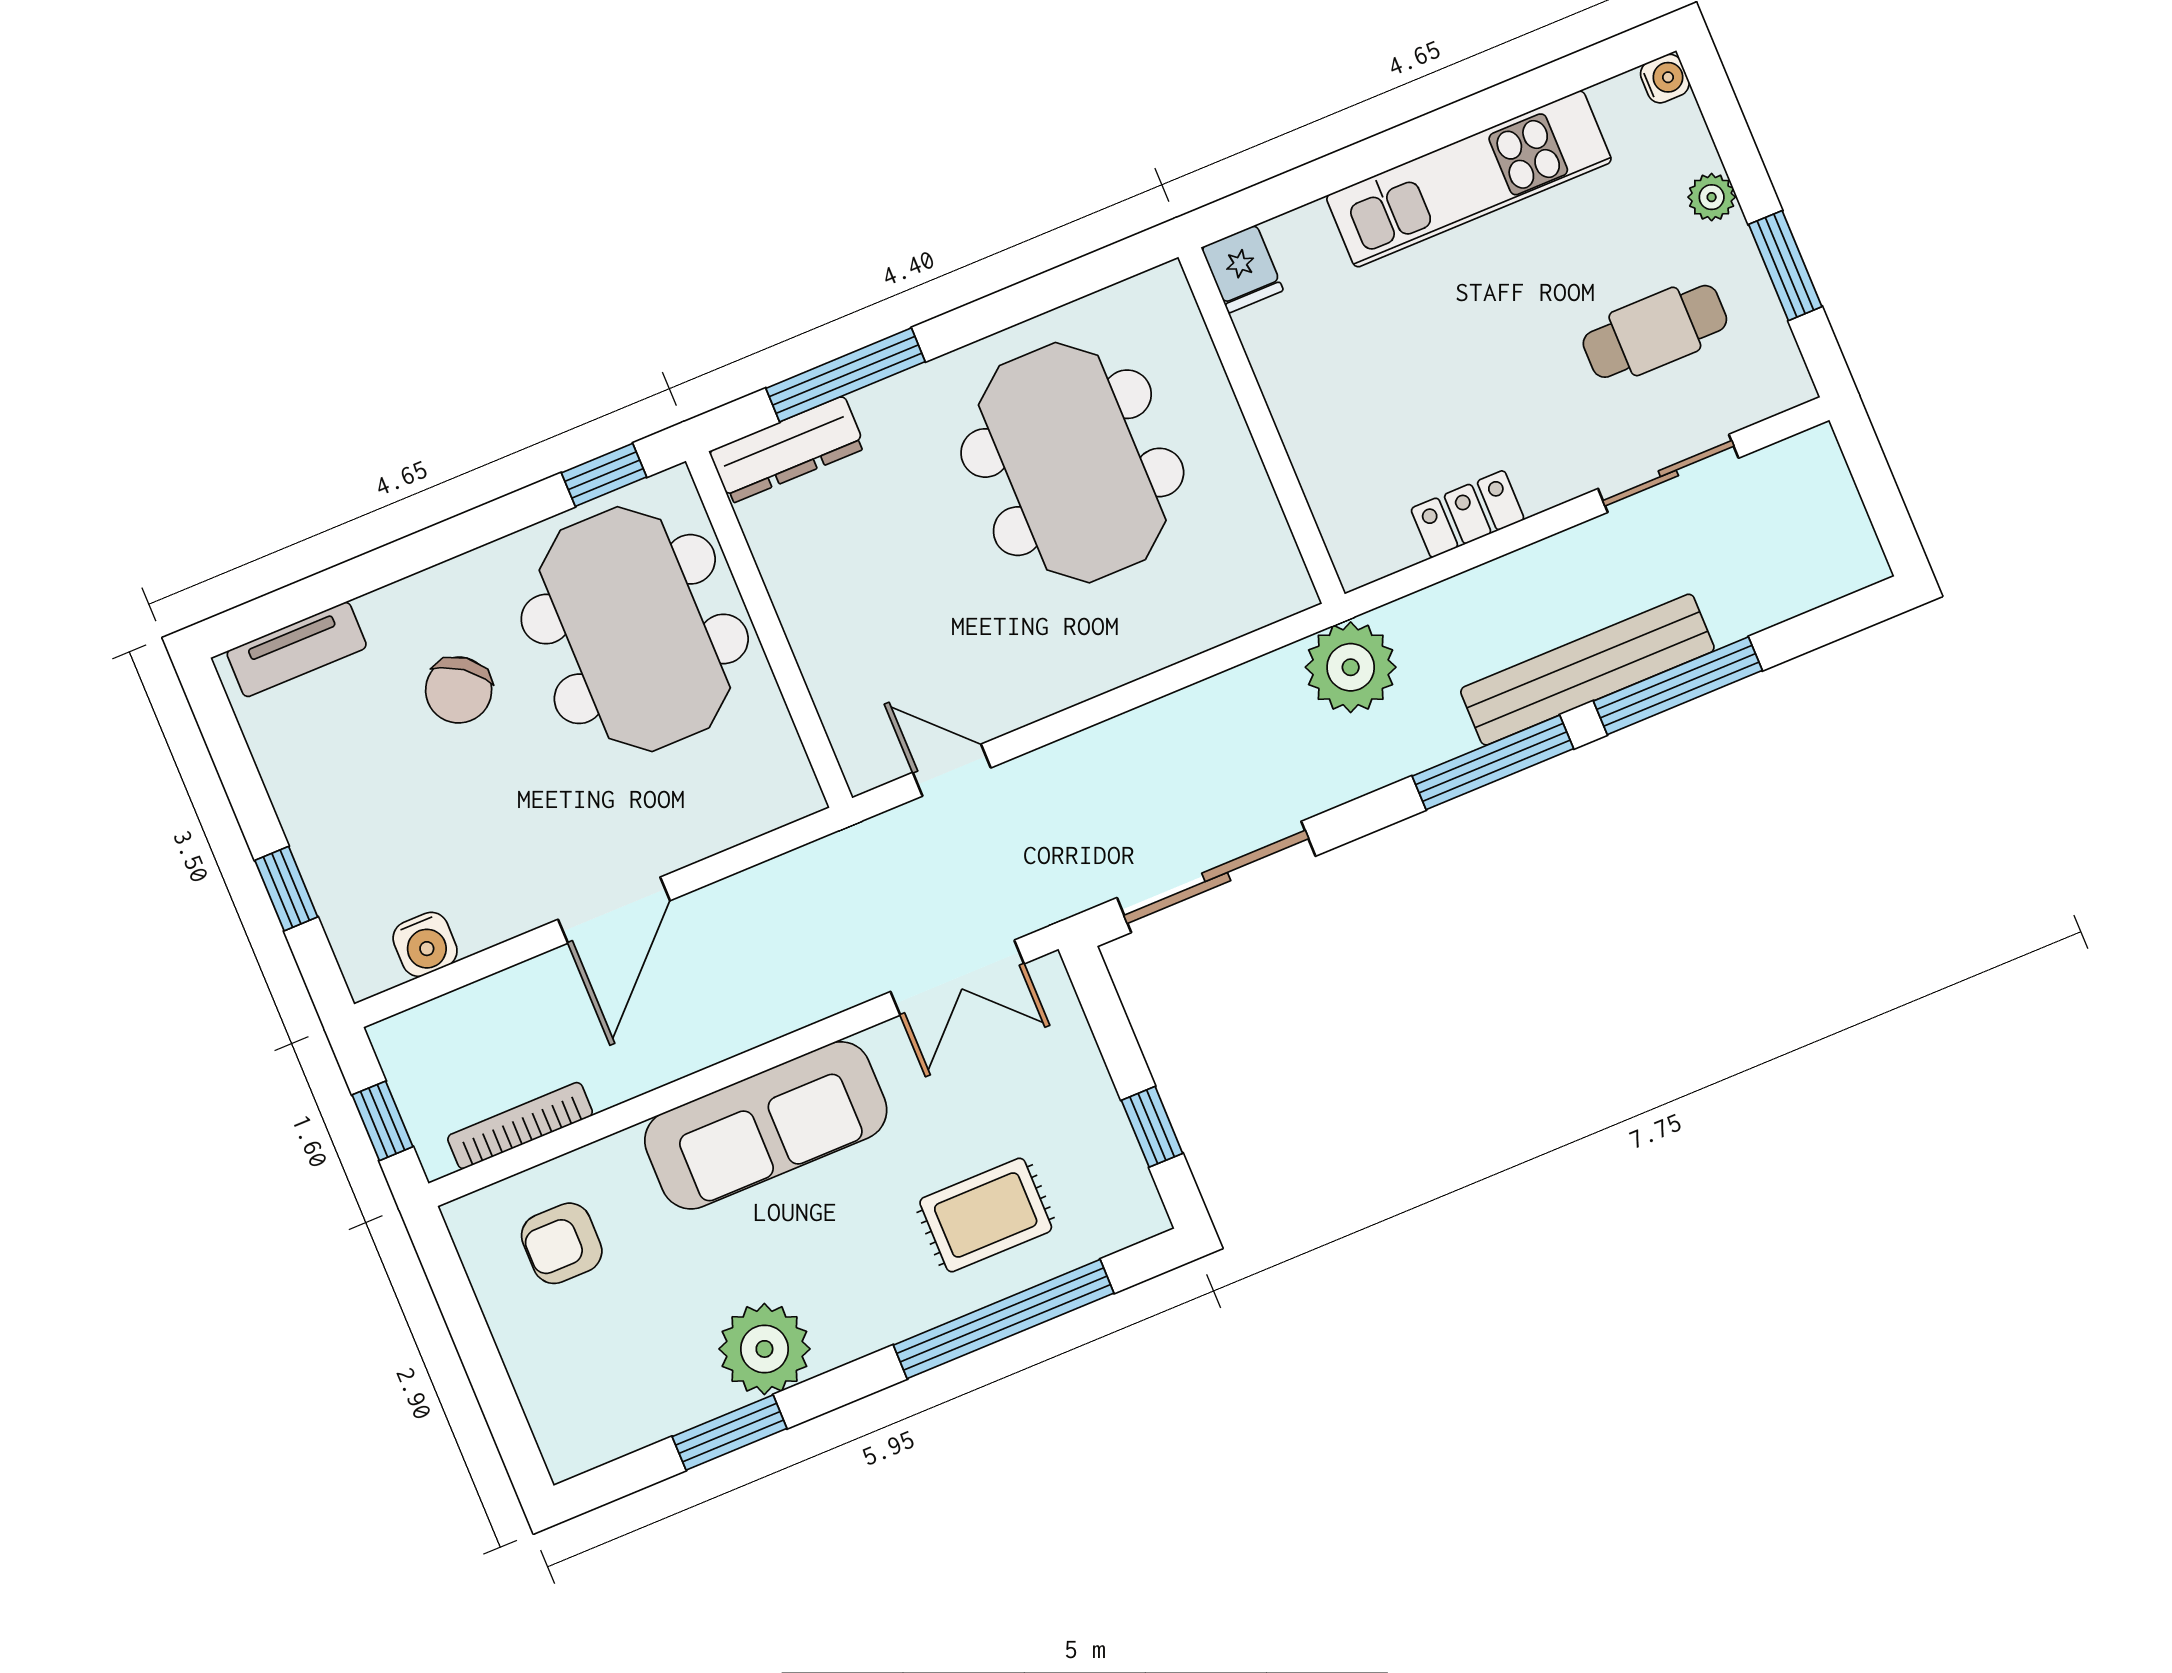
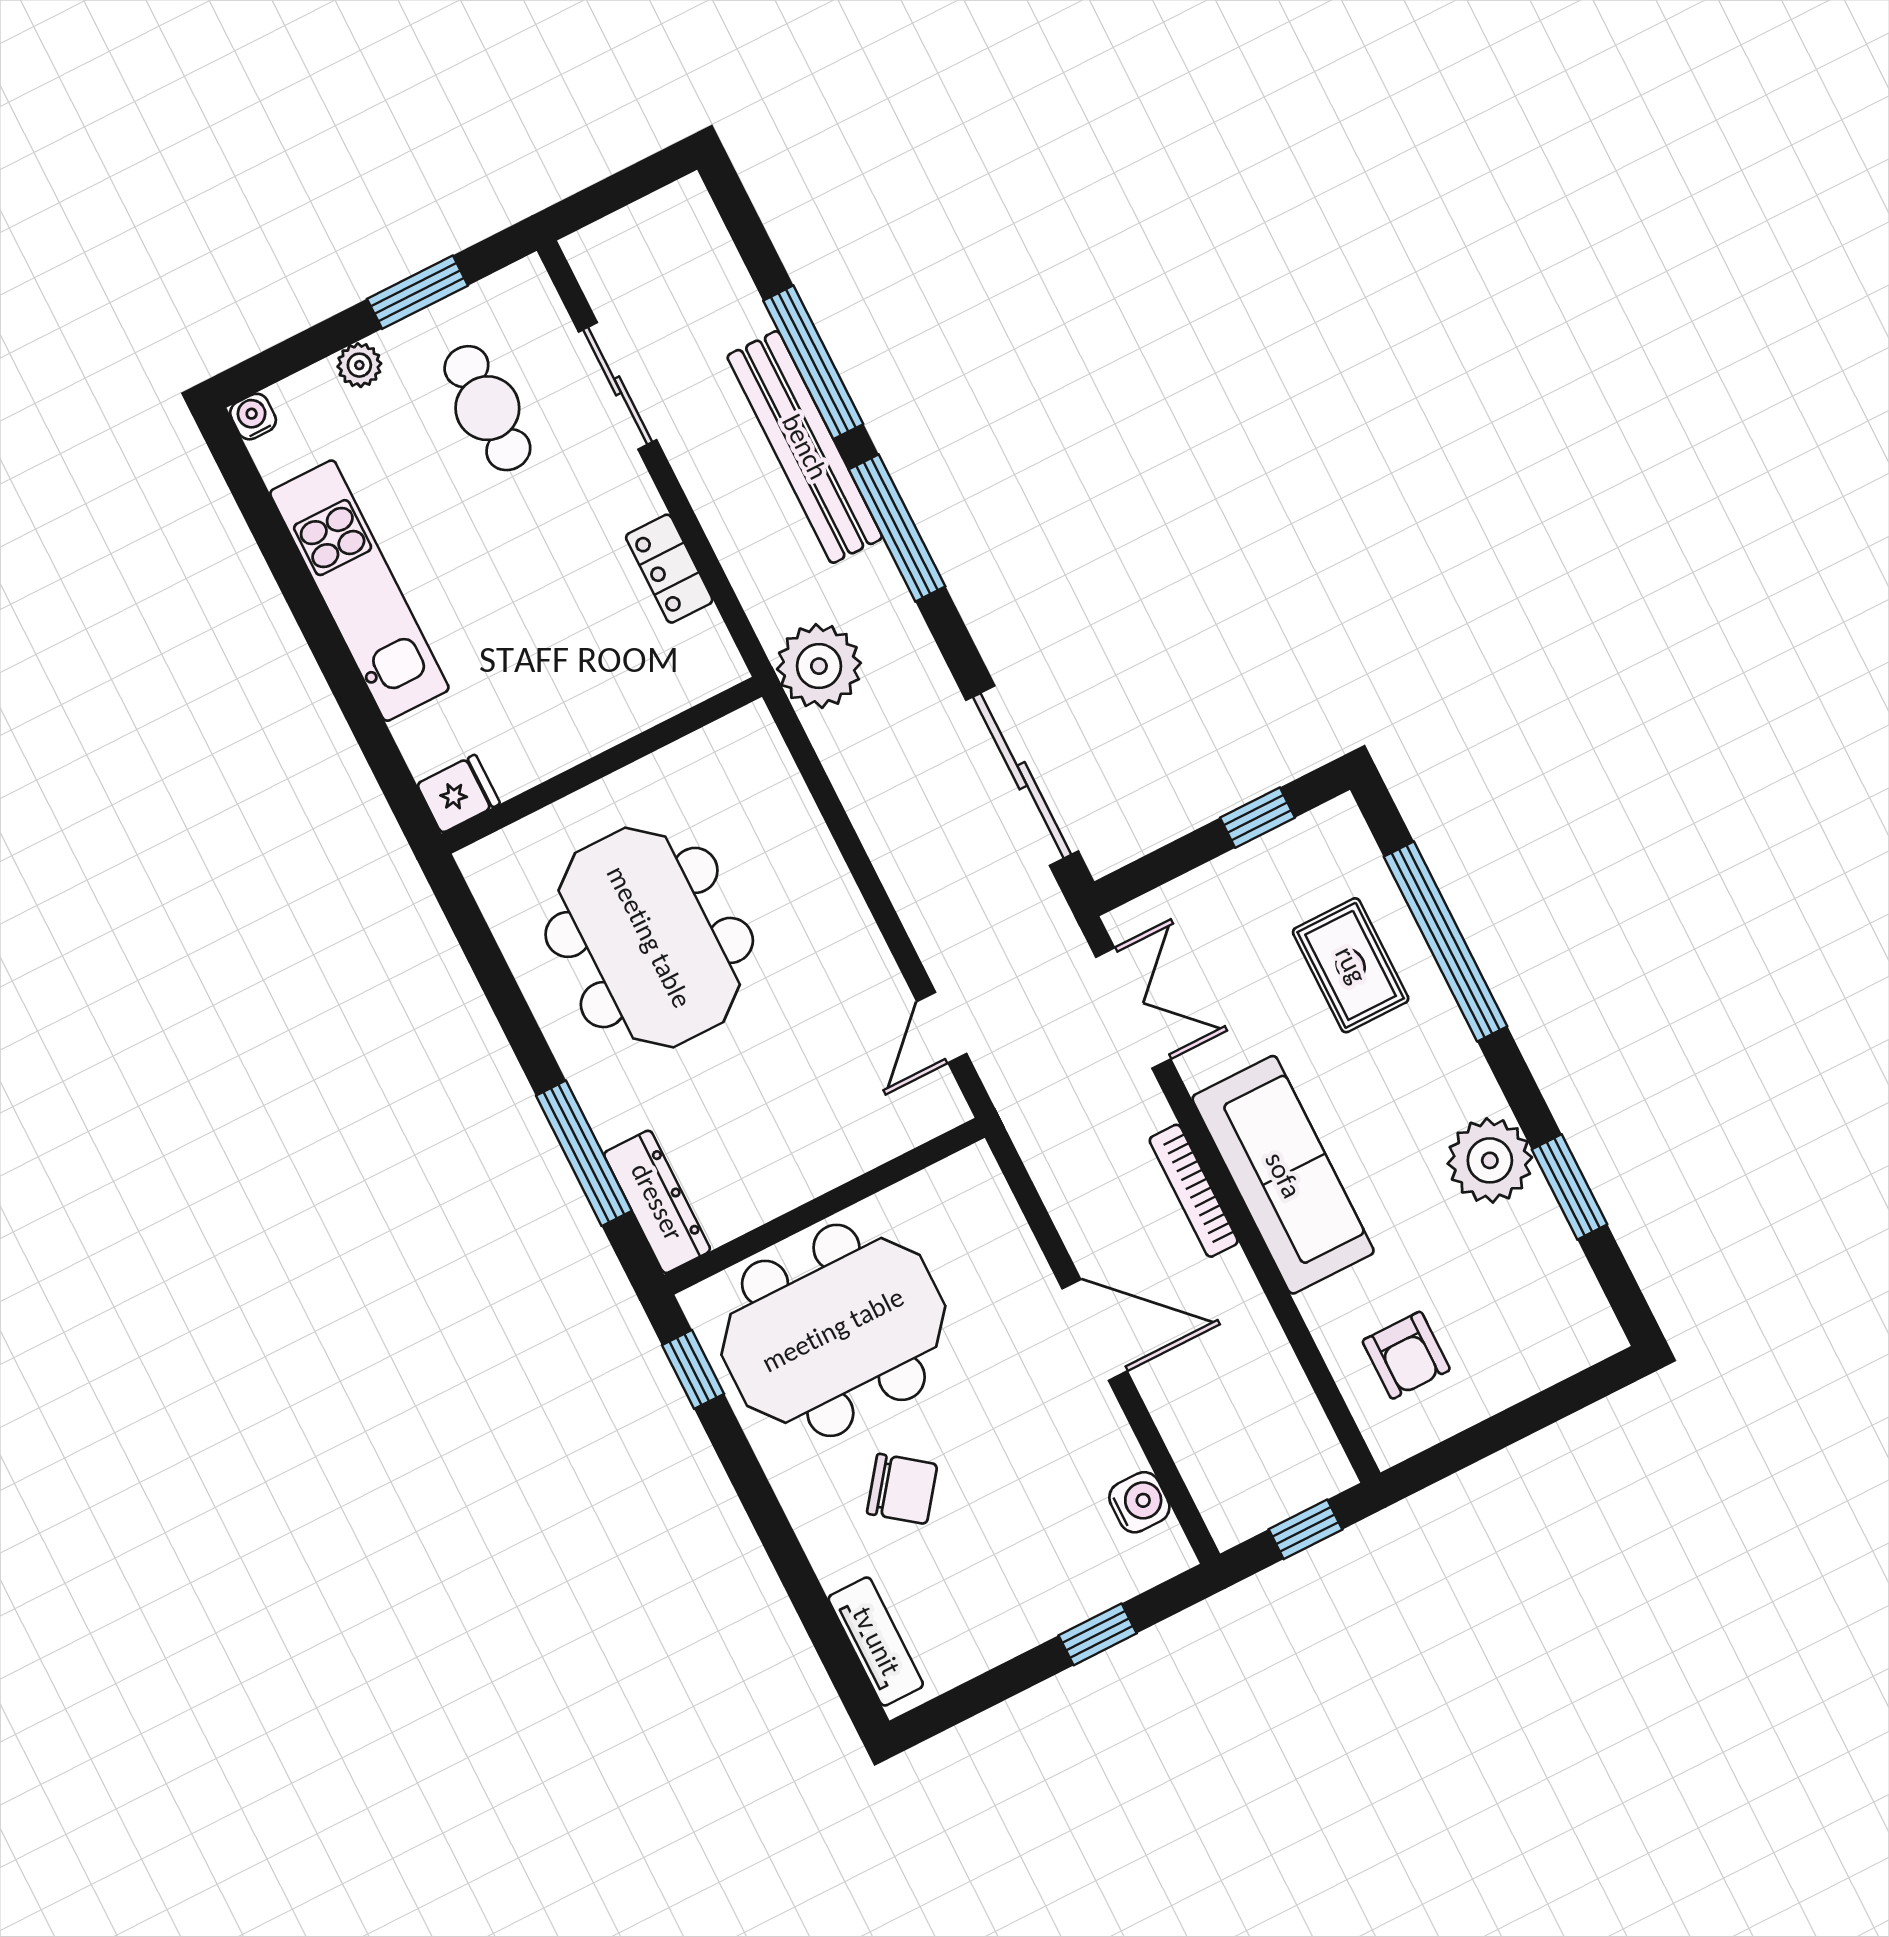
meeting table: (1072, 463) -> (649, 937), turned 90
bookcase: (520, 1126) -> (1194, 1191), moved

